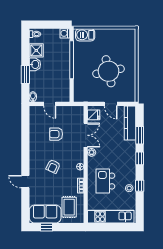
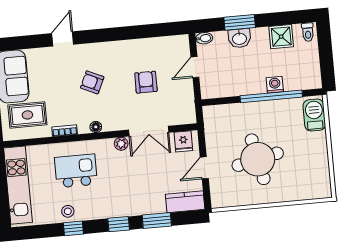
washing machine: (65, 33) -> (275, 85), moved
washbasin: (35, 64) -> (239, 38), moved
kitchen counter: (130, 123) -> (185, 202), width x0.67

